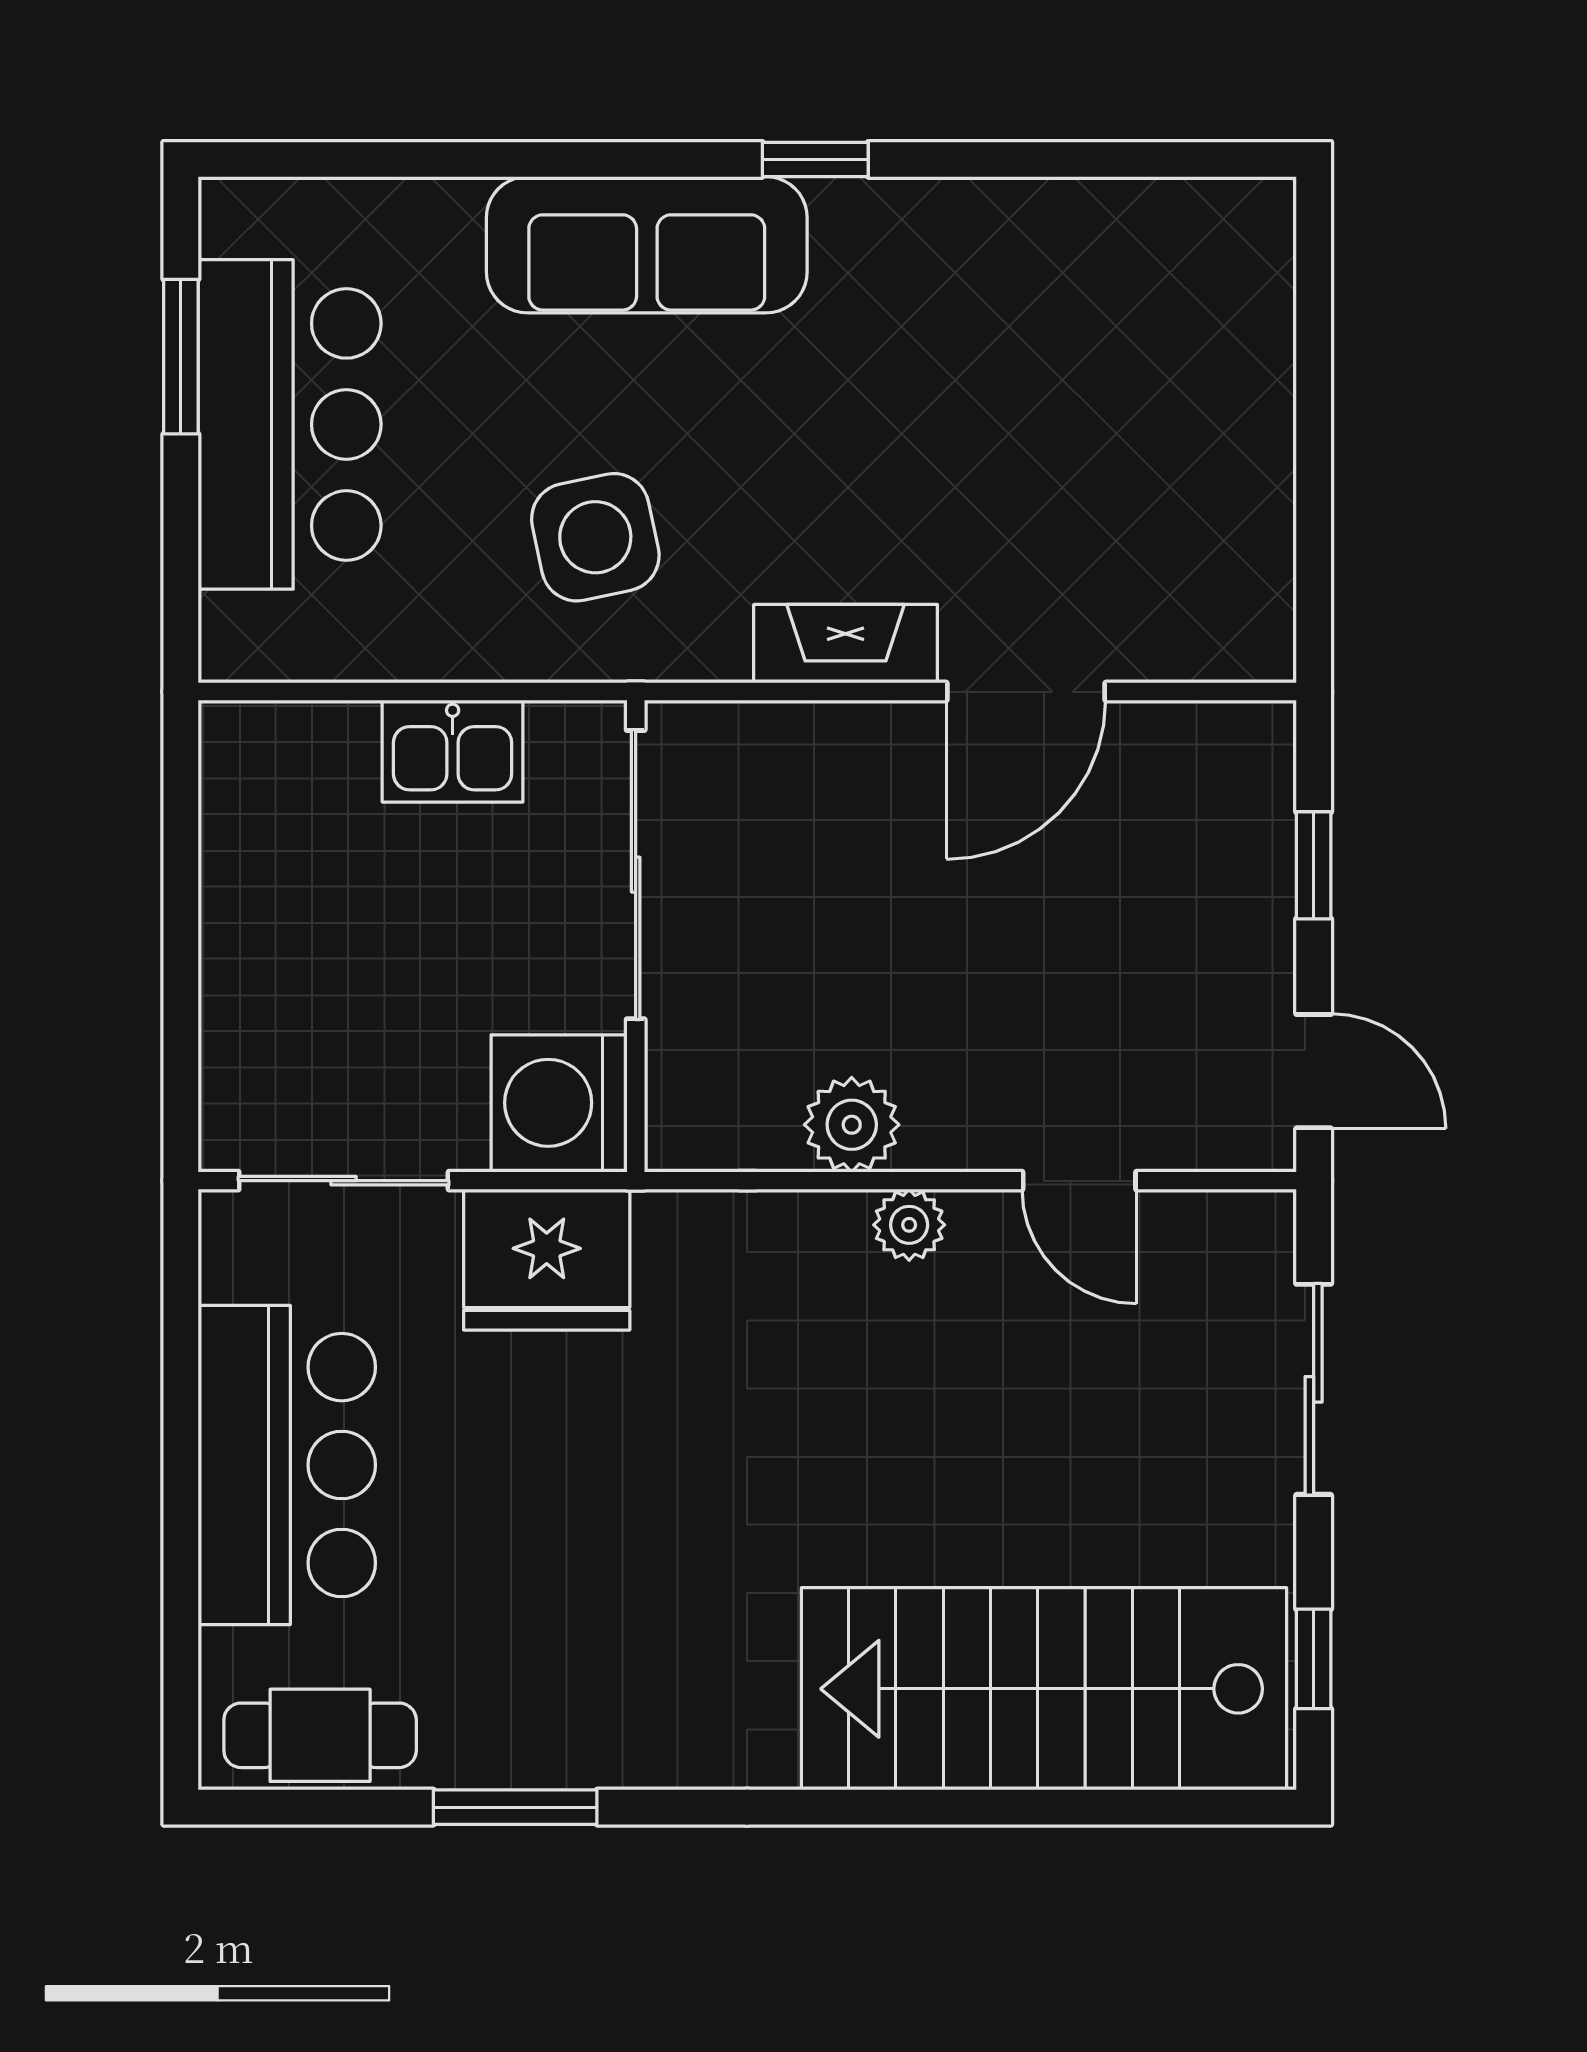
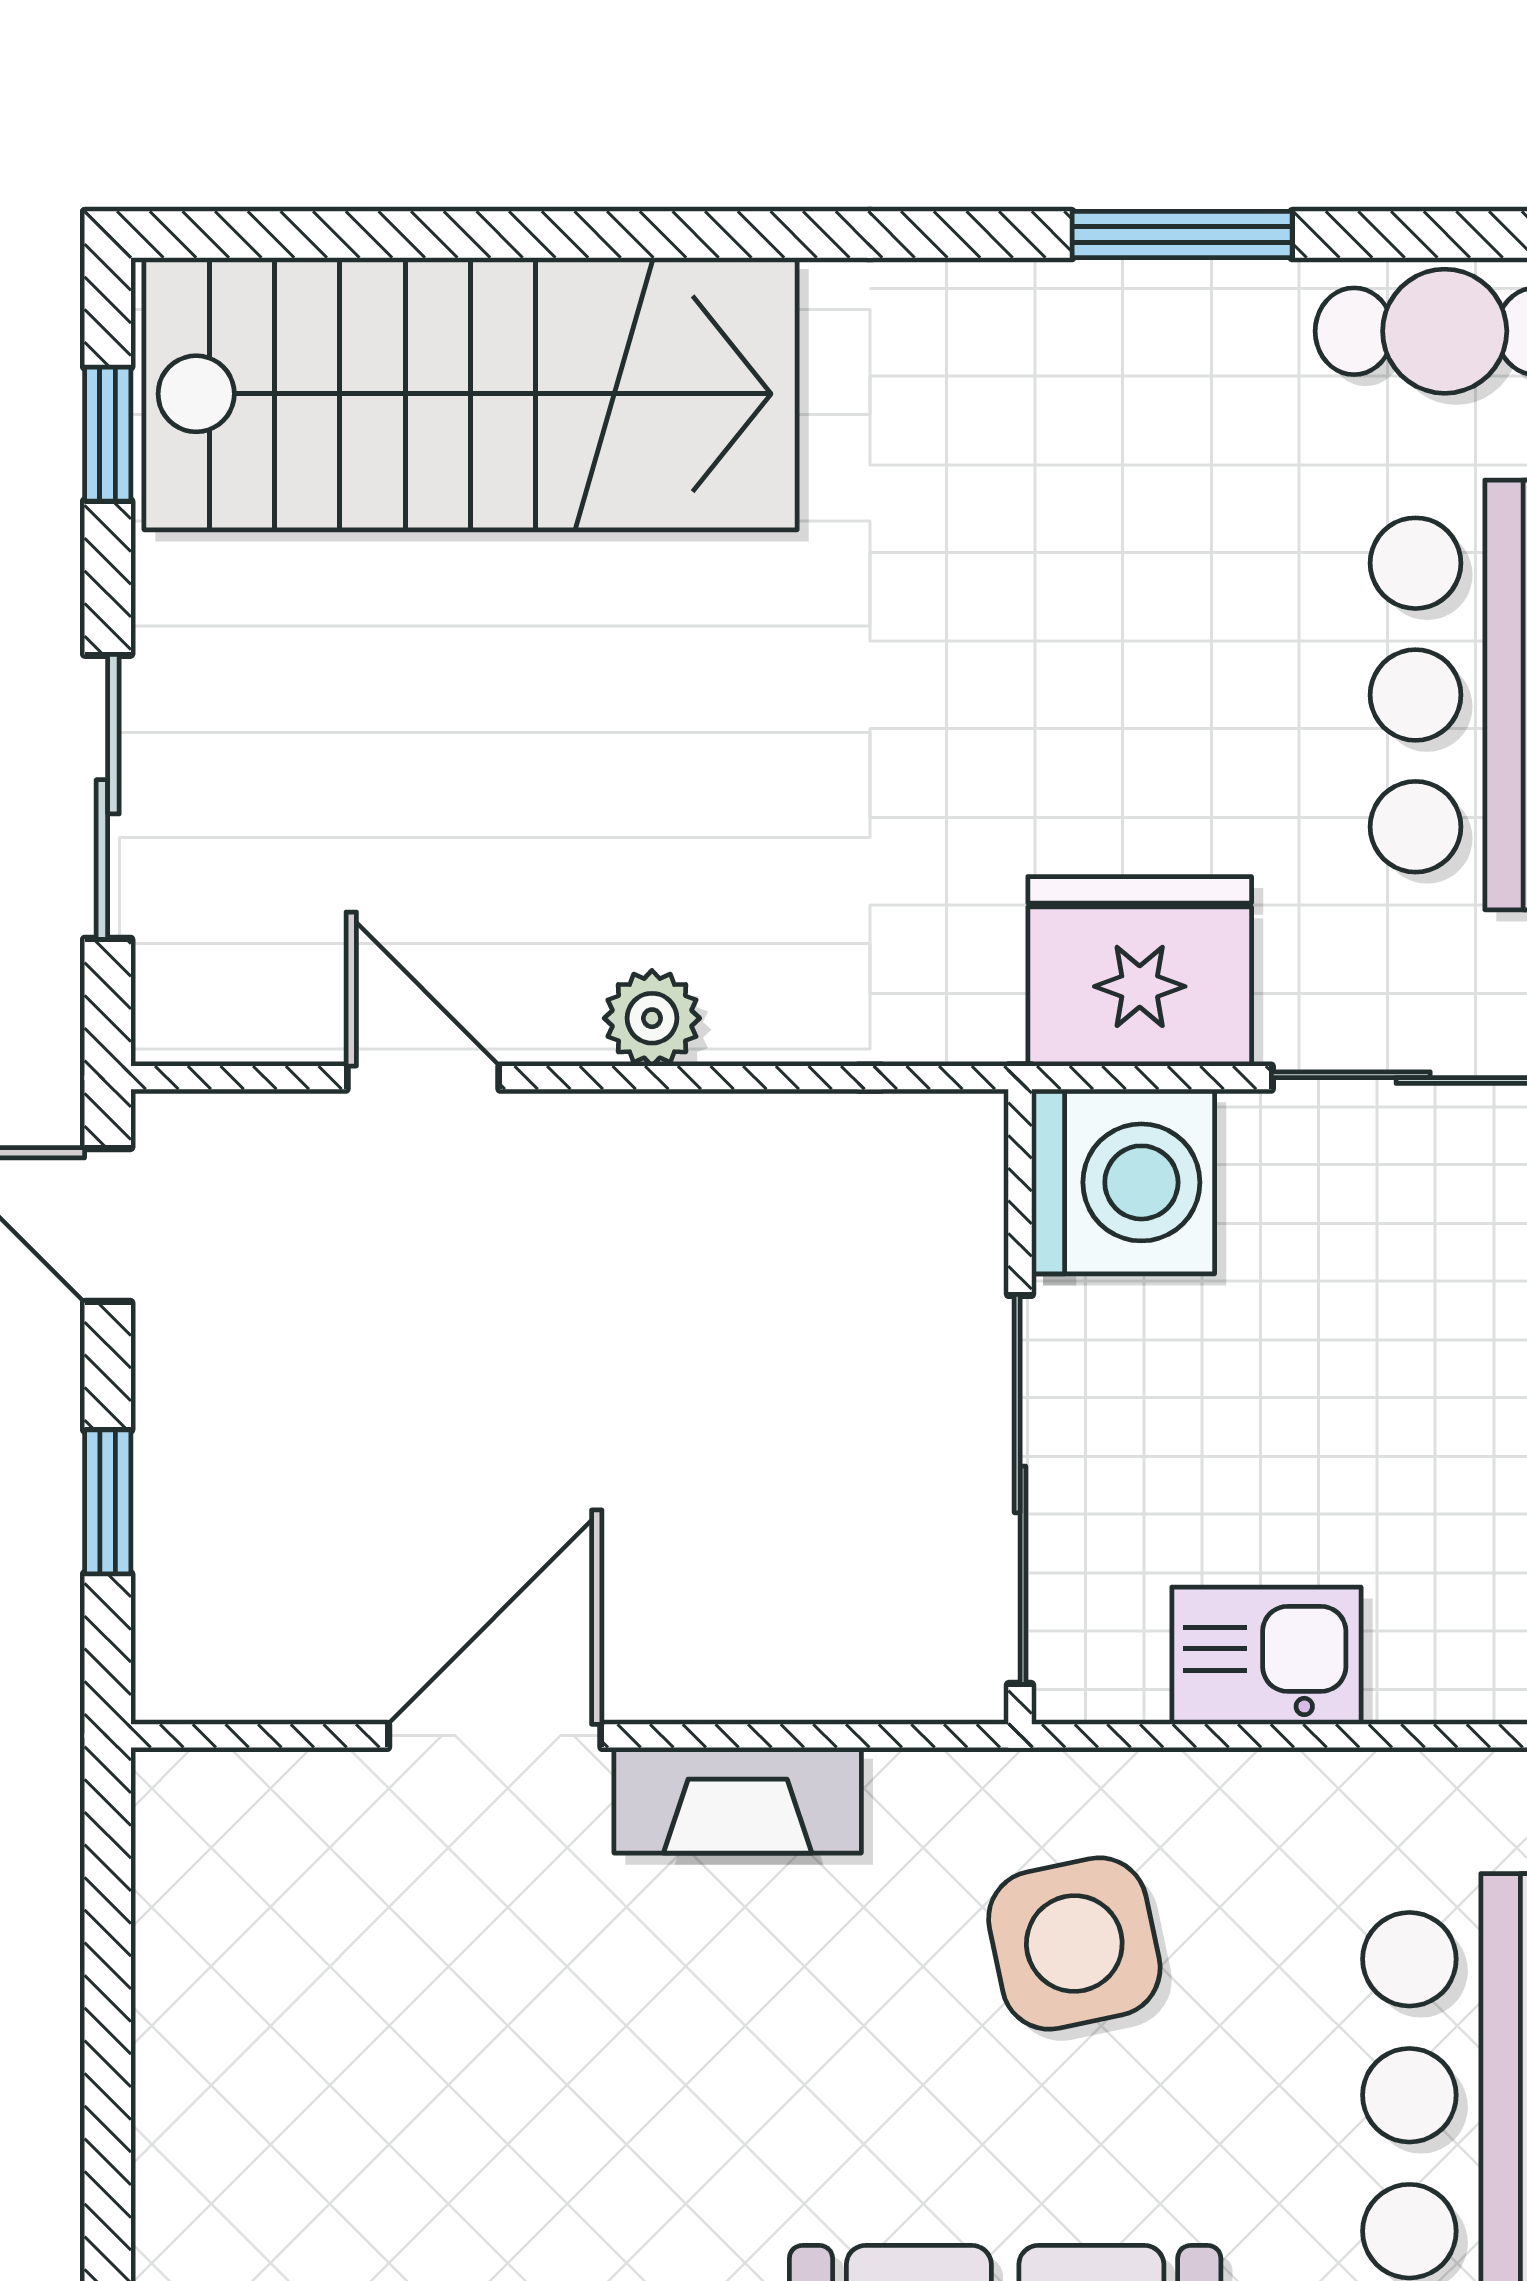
plant: (852, 1125) -> (729, 1153), removed

